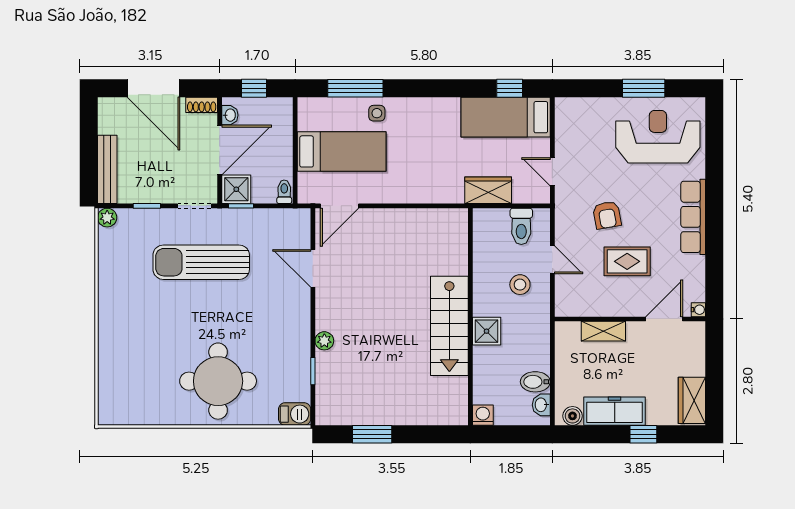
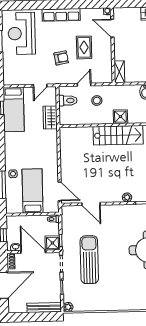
sun lounger: (201, 262) -> (89, 260), turned 180
door: (313, 268) -> (91, 204), hinge flipped
shelving: (603, 331) -> (119, 72), moved

